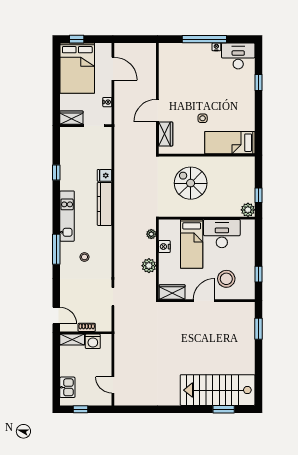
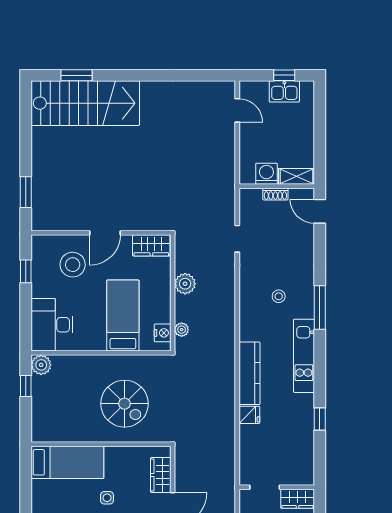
desk: (222, 234) -> (52, 325), moved, turned 90
nightstand: (164, 247) -> (163, 333), moved
kitchen sink: (67, 387) -> (284, 91), moved, turned -90

